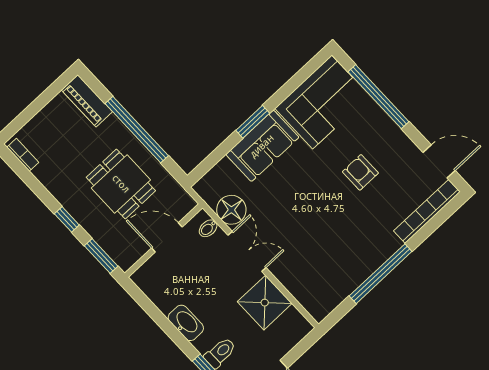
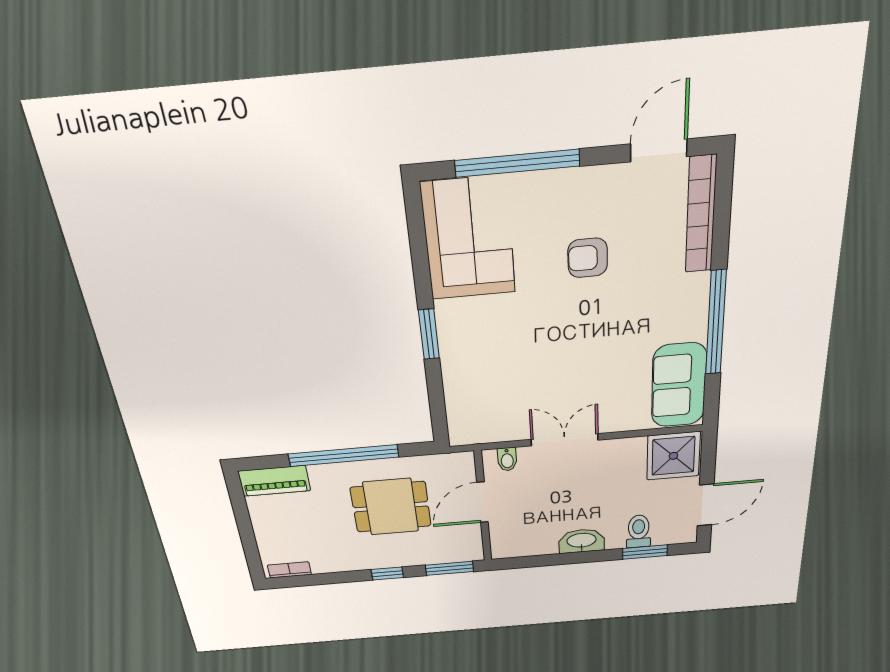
sofa: (262, 146) -> (679, 385), moved, turned 180
floor lamp: (231, 210) -> (508, 424), removed
shower: (265, 303) -> (673, 456), moved

